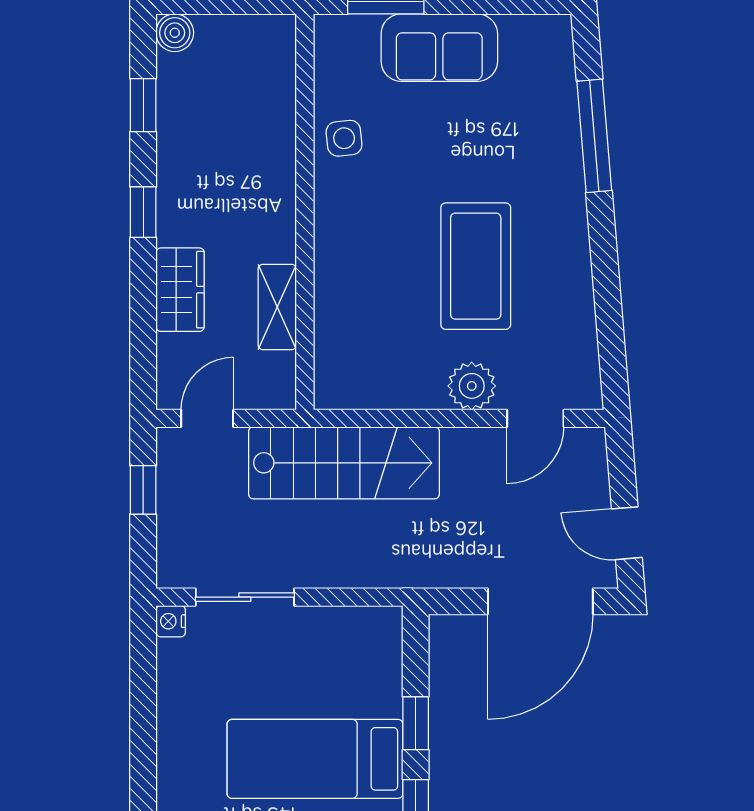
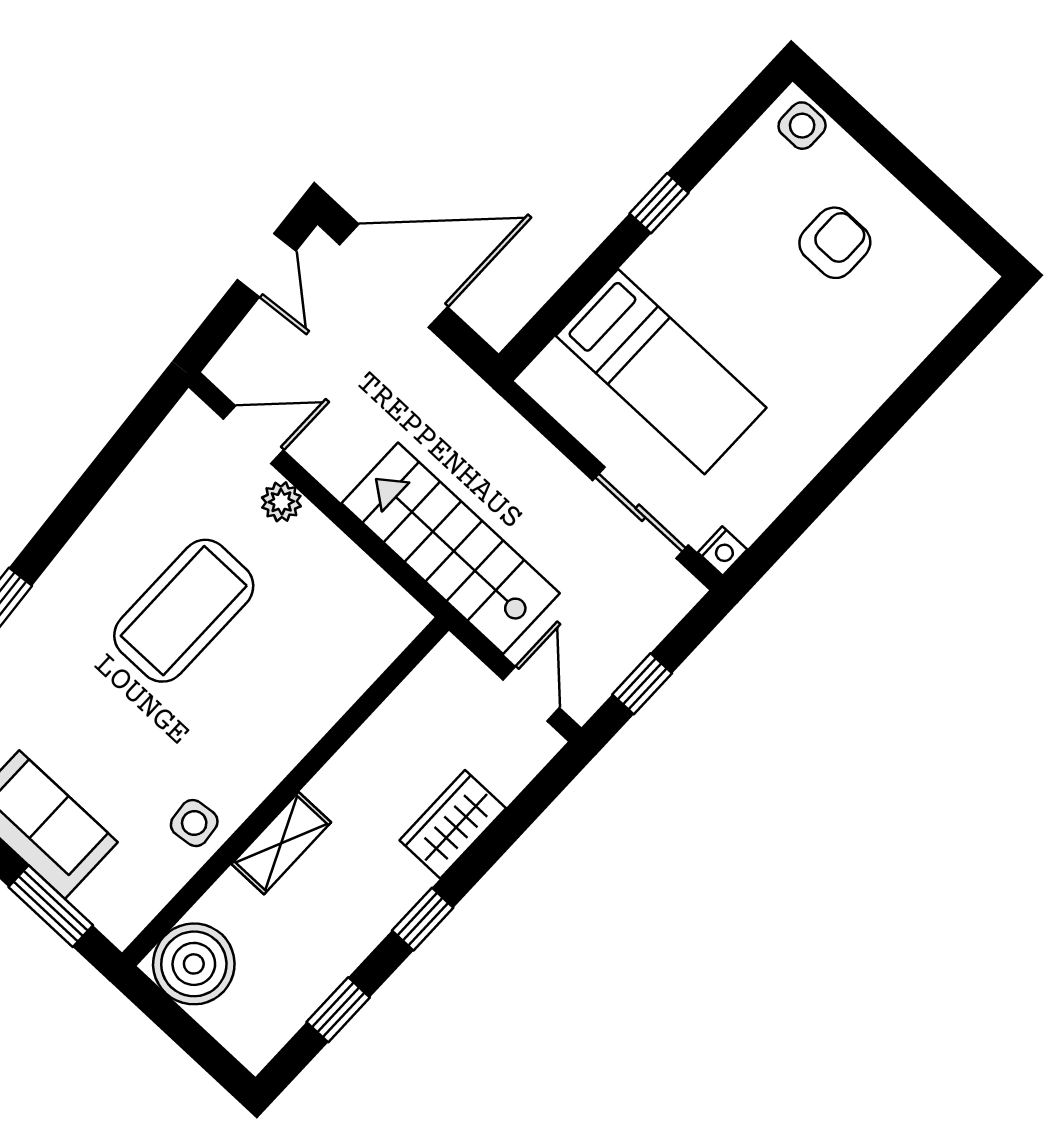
boiler: (175, 33) -> (194, 964), moved, width x1.86, depth x1.86
shelving: (277, 307) -> (281, 843), moved
plant: (472, 386) -> (281, 502), width x0.73, depth x0.73
door: (207, 418) -> (531, 694), swing flipped
window: (416, 723) -> (596, 271), removed
bed: (315, 759) -> (661, 372), moved

